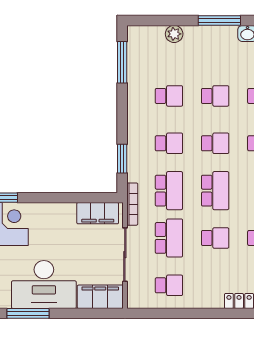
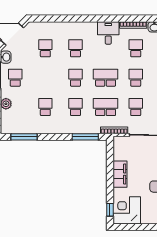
school desk: (215, 96) -> (15, 78), moved
window: (122, 159) -> (85, 137), width x1.44
filing cabinet: (98, 213) -> (120, 174), moved
school desk: (169, 238) -> (136, 107), width x0.54

